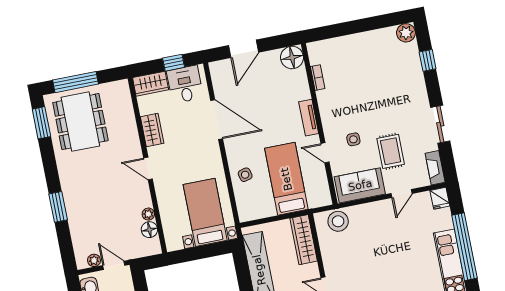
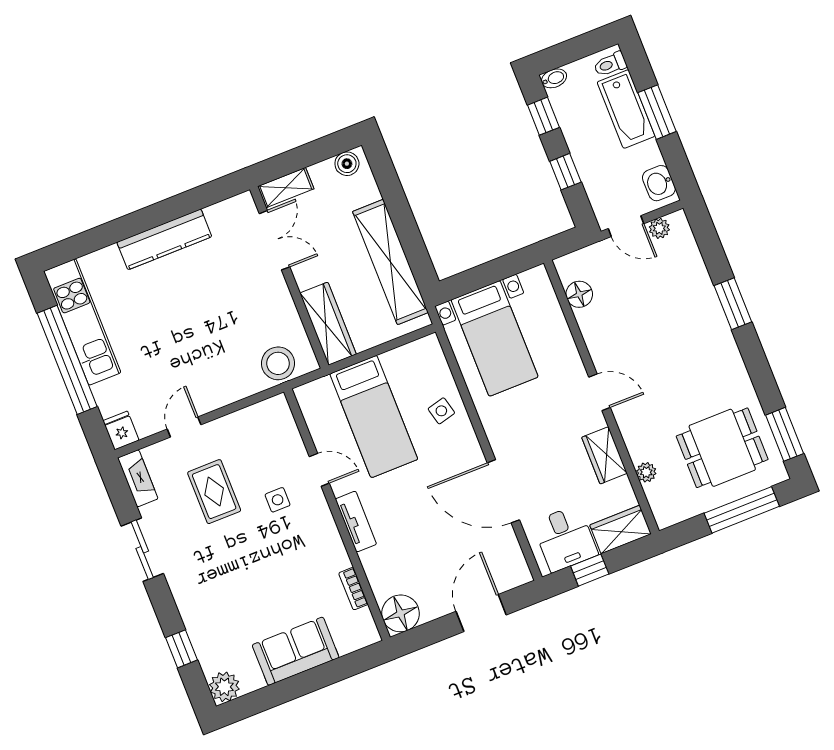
dining table: (80, 122) -> (722, 448), width x0.73
sofa: (360, 185) -> (296, 651), moved, turned 180
plant: (148, 214) -> (646, 472), moved

